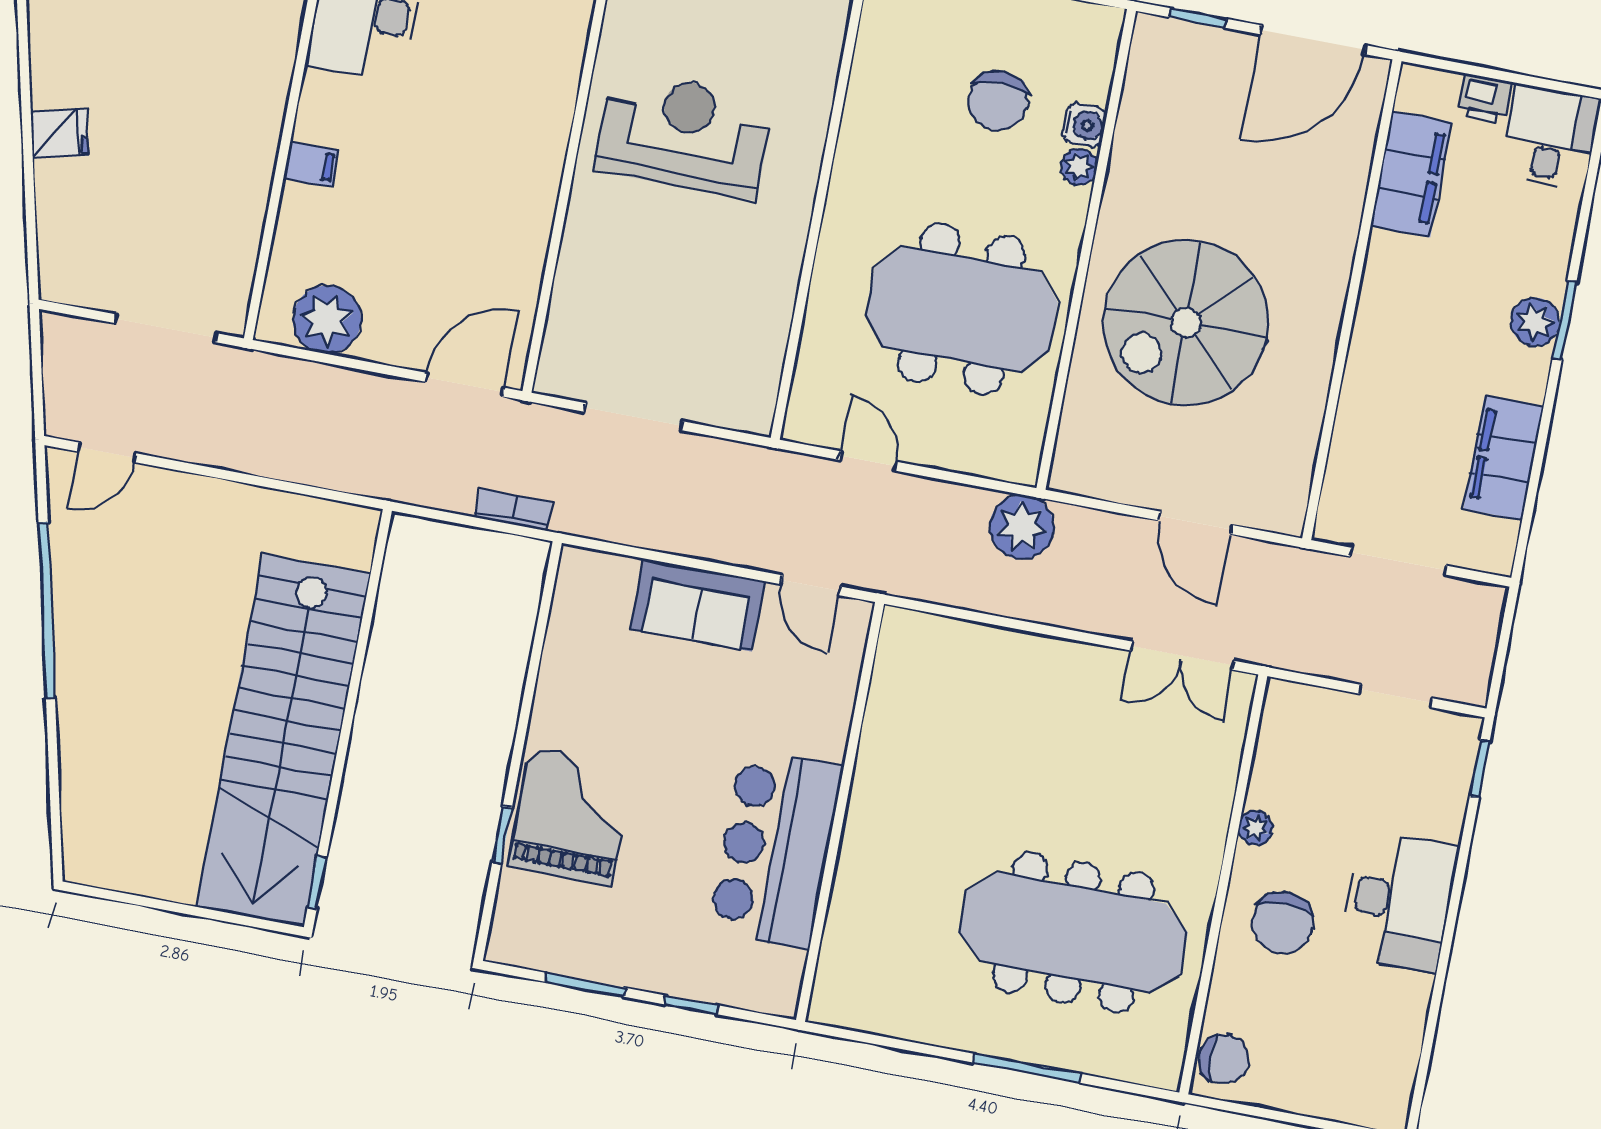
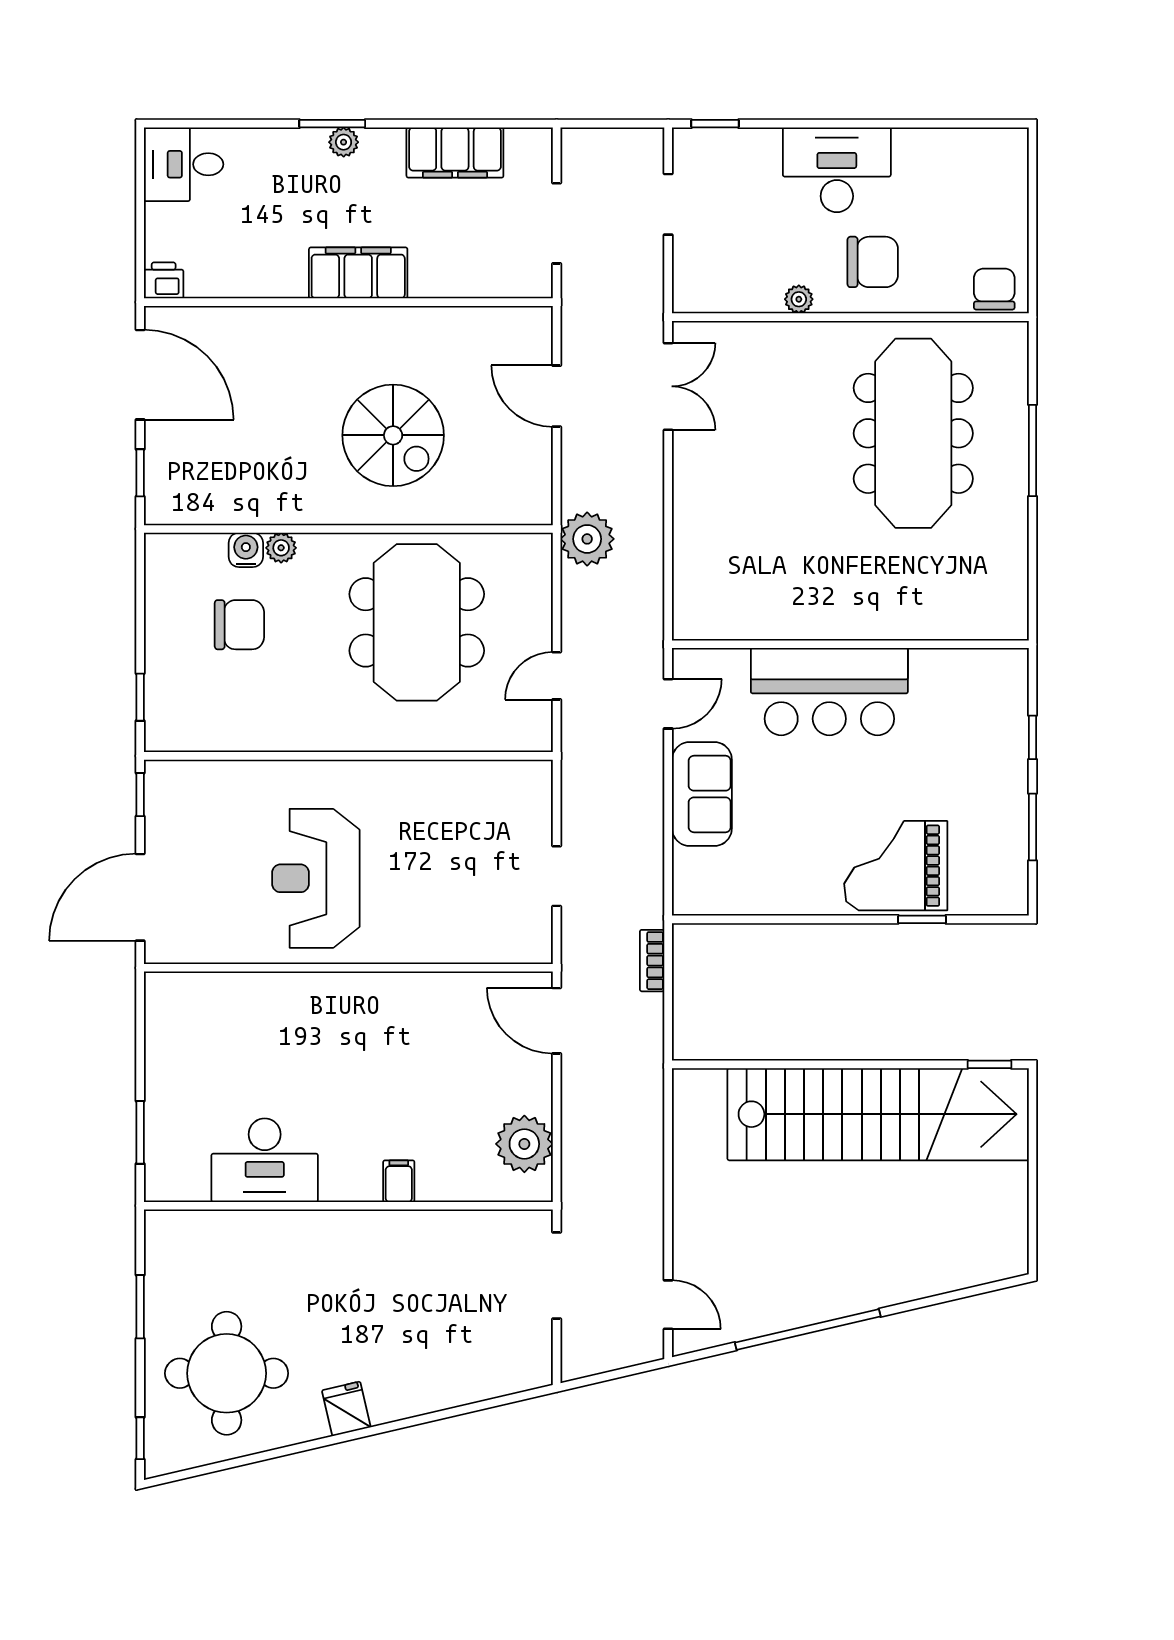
printer: (1485, 99) -> (164, 280), moved, turned -90
fridge: (60, 134) -> (346, 1409), moved
filing cabinet: (1411, 174) -> (358, 273), moved
plant: (1535, 322) -> (344, 142), width x0.73, depth x0.73
spiral stairs: (1186, 323) -> (393, 435), width x0.73, depth x0.73
doorway: (633, 417) -> (557, 876), width x0.73
door: (1196, 523) -> (557, 396), swing flipped
bar counter: (776, 849) -> (829, 692), moved

